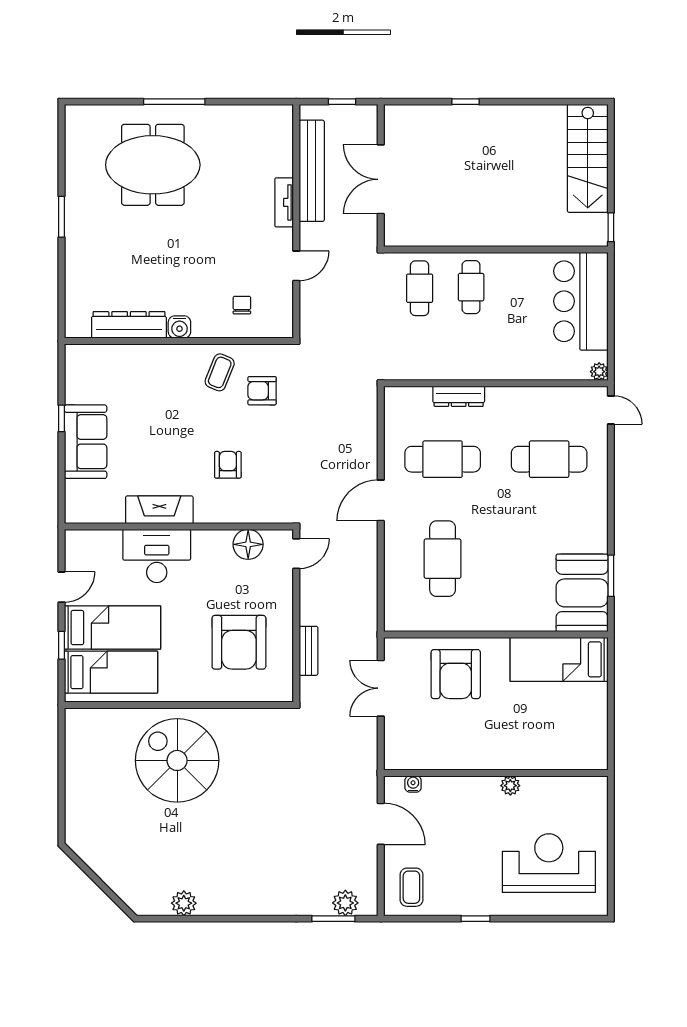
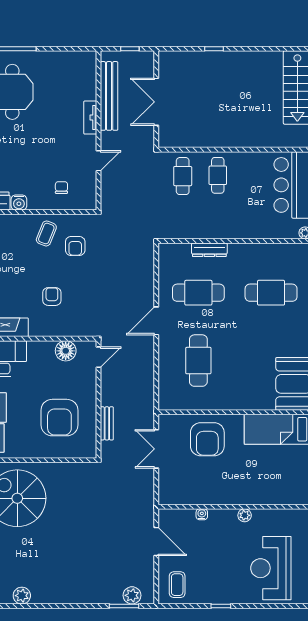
armchair: (262, 391) -> (75, 246), turned -90
water cooler: (413, 784) -> (202, 514), moved
reception desk: (549, 863) -> (271, 568), turned -90

